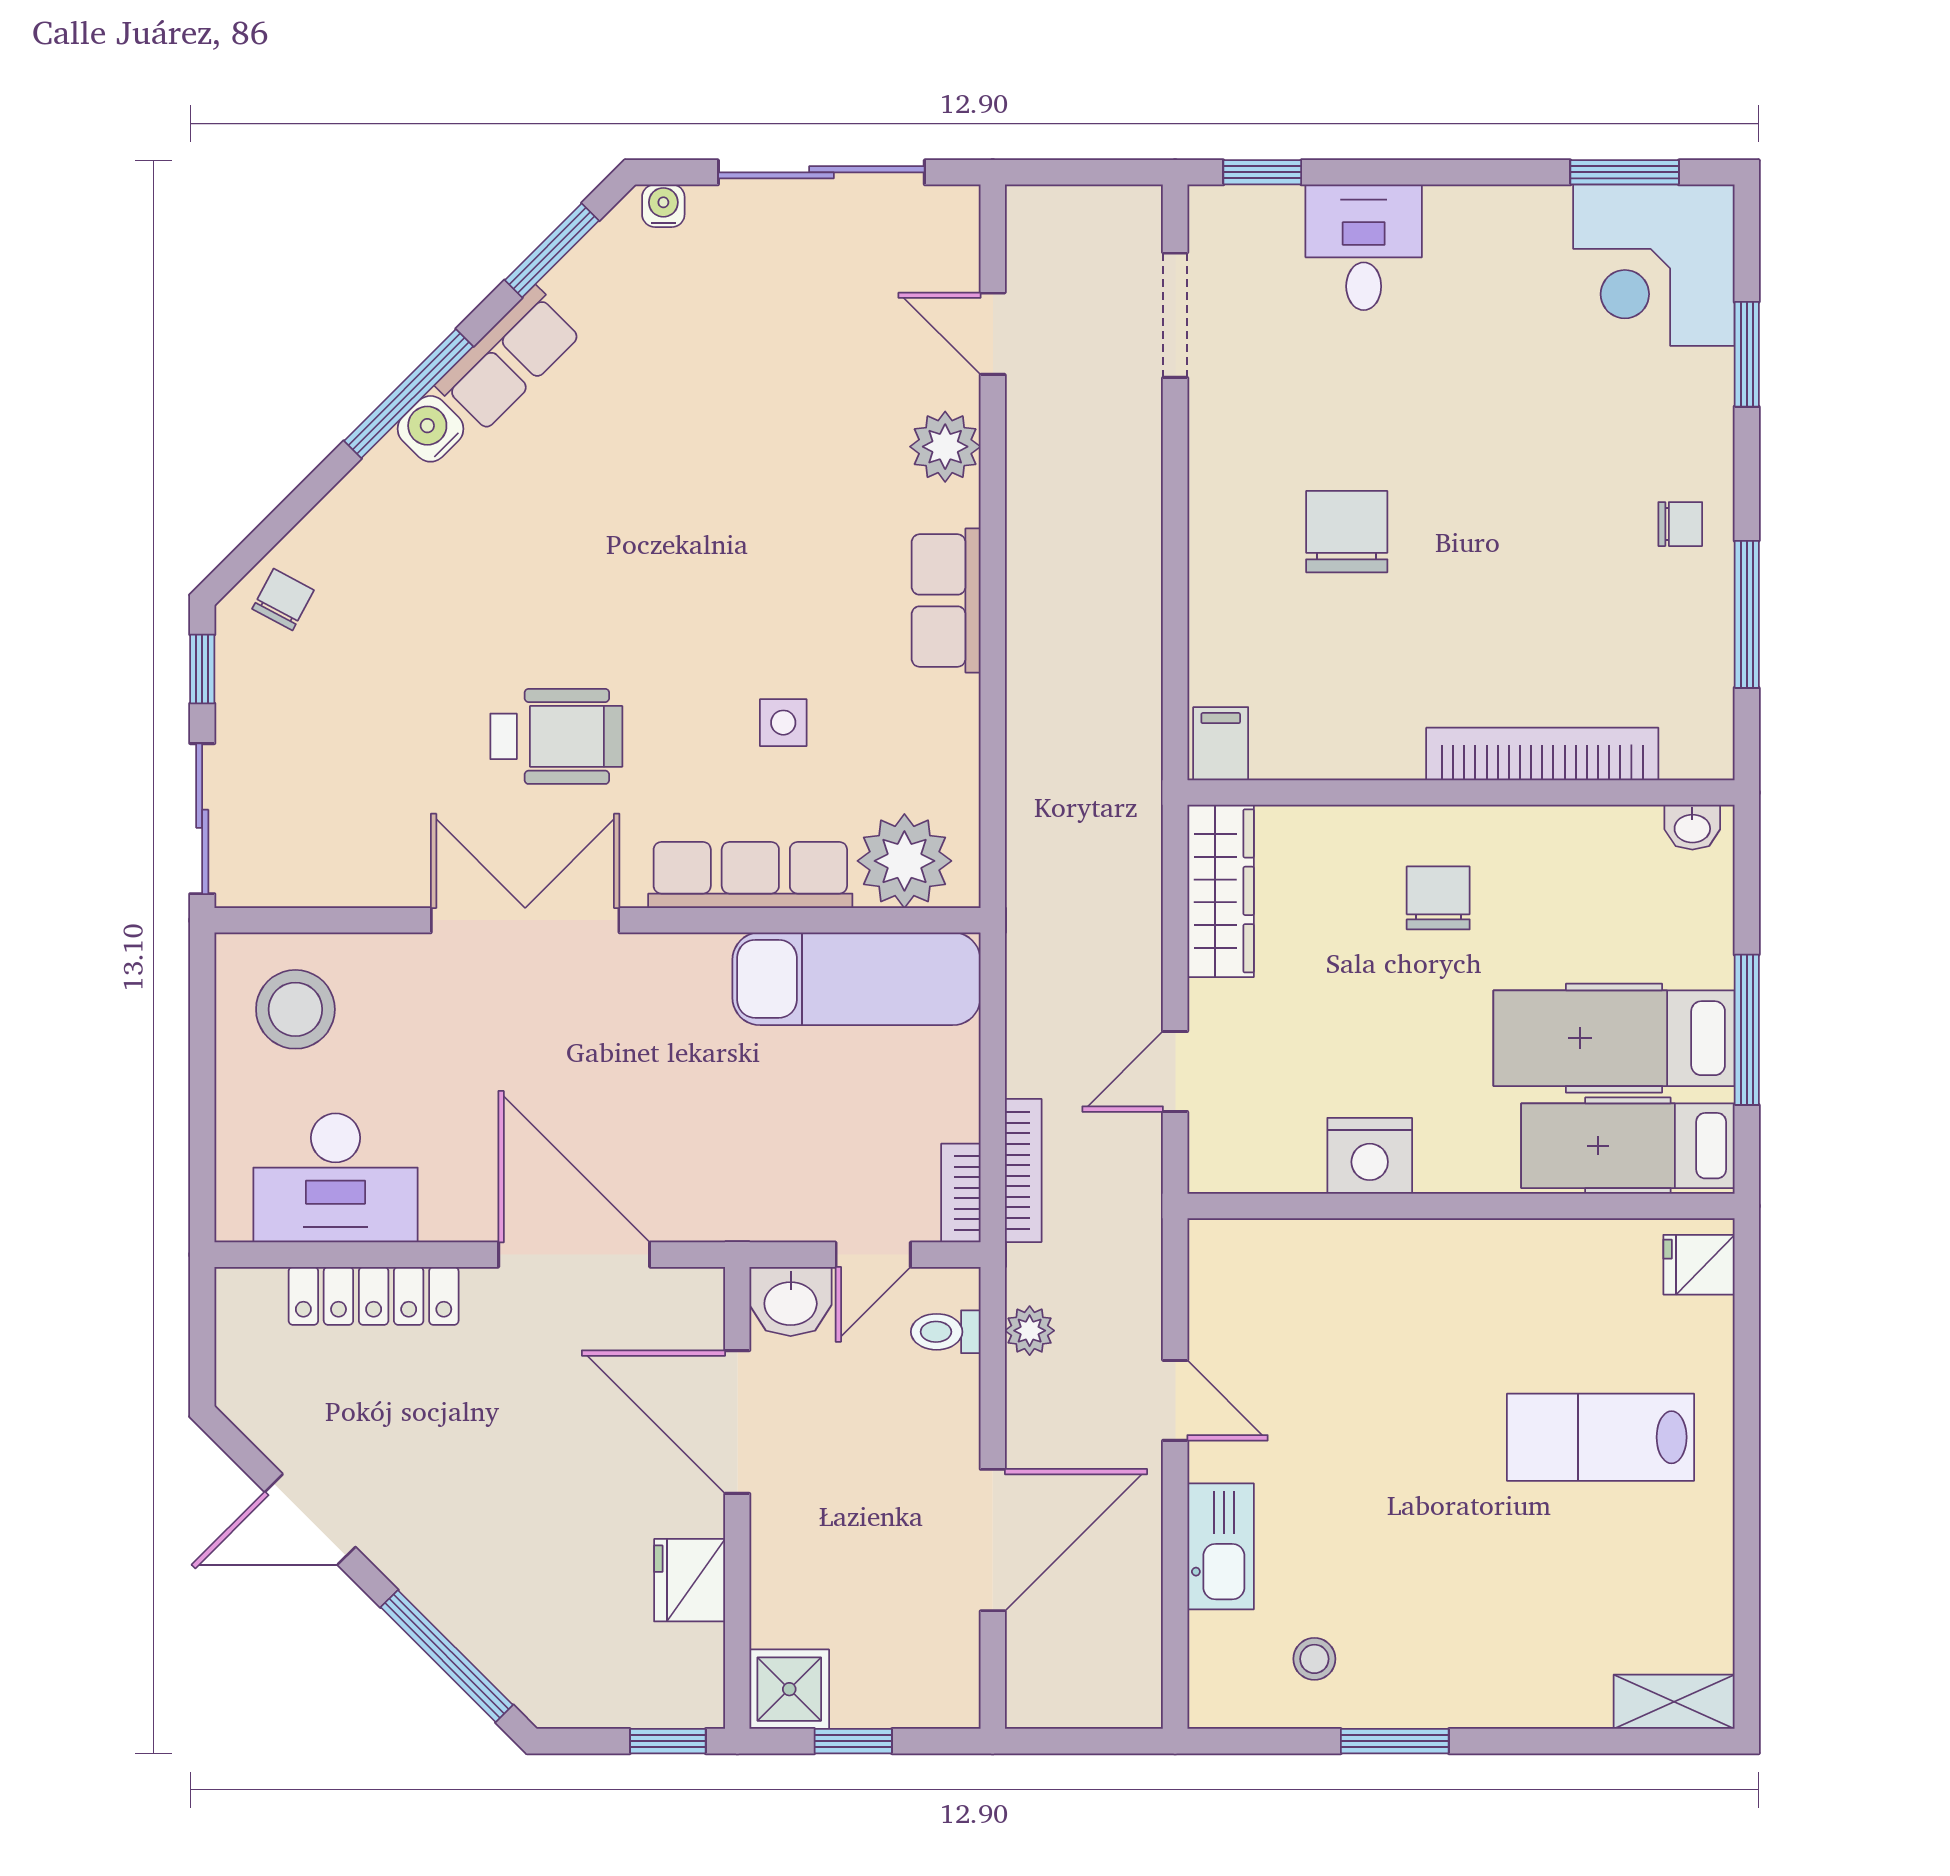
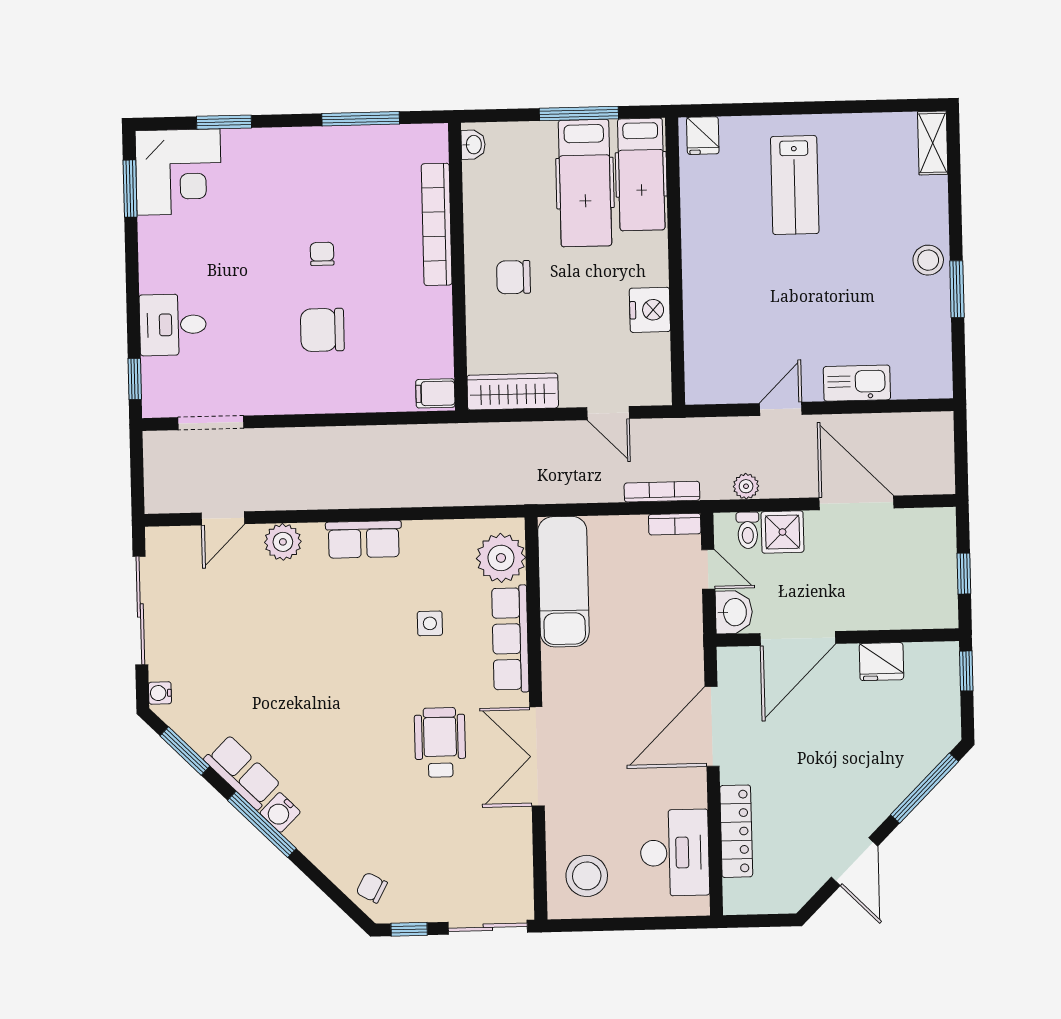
chair: (1680, 524) -> (322, 254), moved
stool: (1314, 1659) -> (928, 260), moved, width x1.37, depth x1.37
shower: (789, 1689) -> (782, 532), moved

